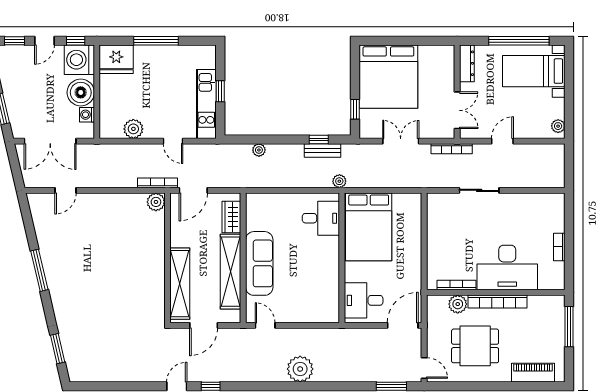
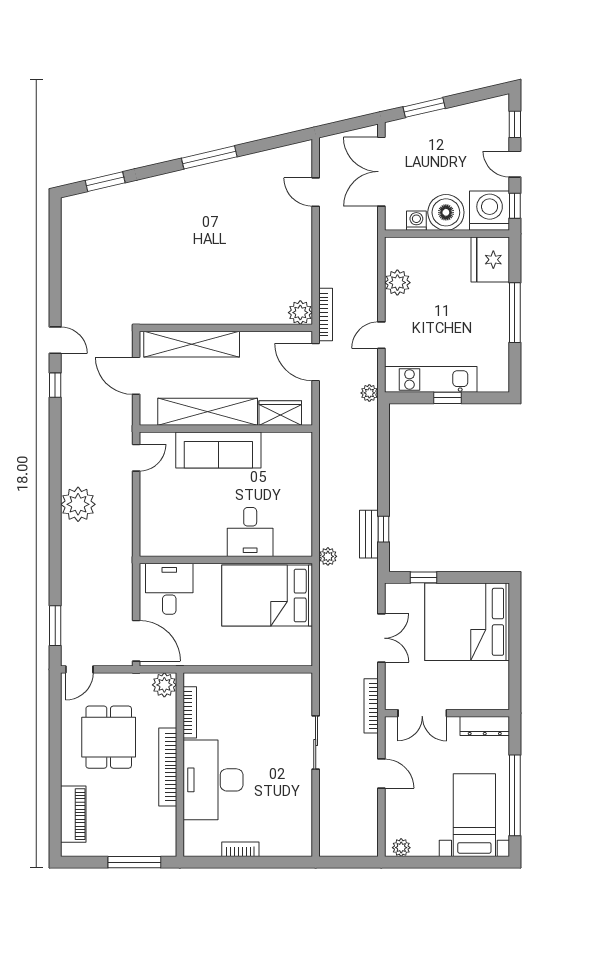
plant: (259, 150) -> (369, 393), moved
desk: (321, 218) -> (250, 532), moved
plant: (458, 304) -> (164, 685), moved

